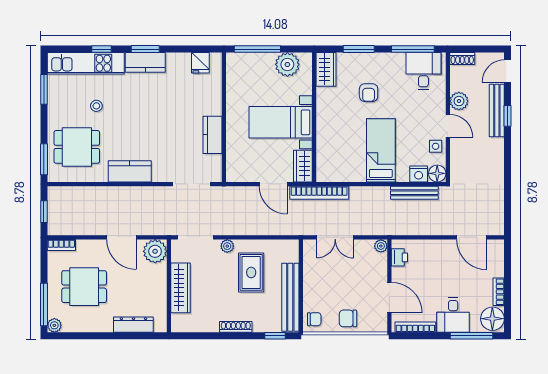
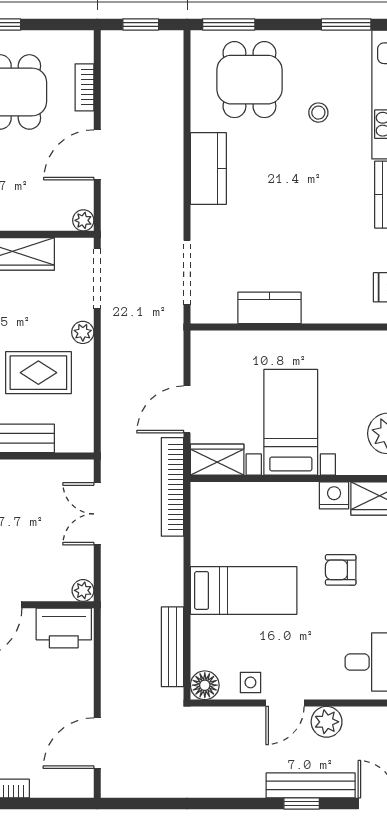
nightstand: (419, 174) -> (334, 495), moved, turned 90
bookcase: (61, 245) -> (84, 87), moved
plant: (155, 251) -> (83, 220), width x0.53, depth x0.53
printer: (399, 257) -> (64, 628), width x1.87, depth x1.48

